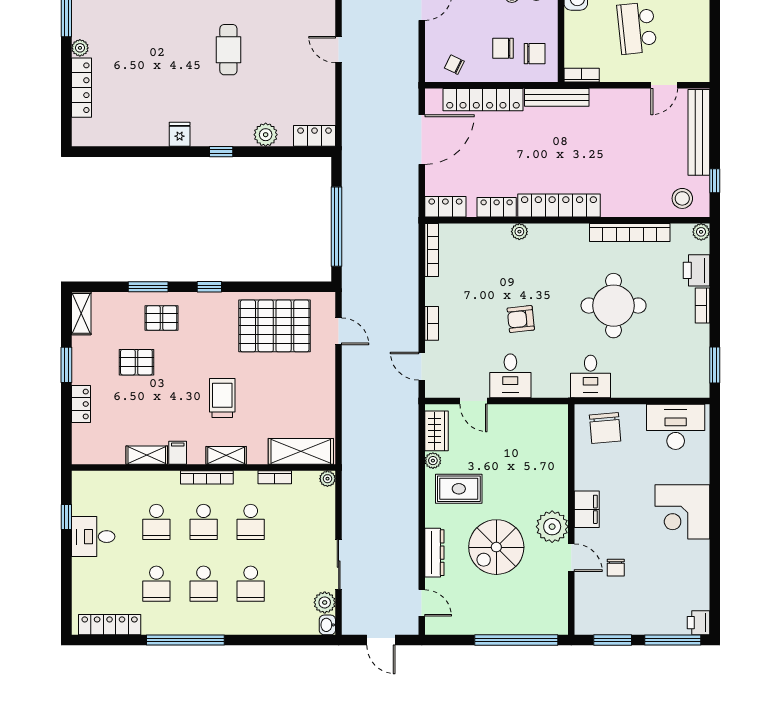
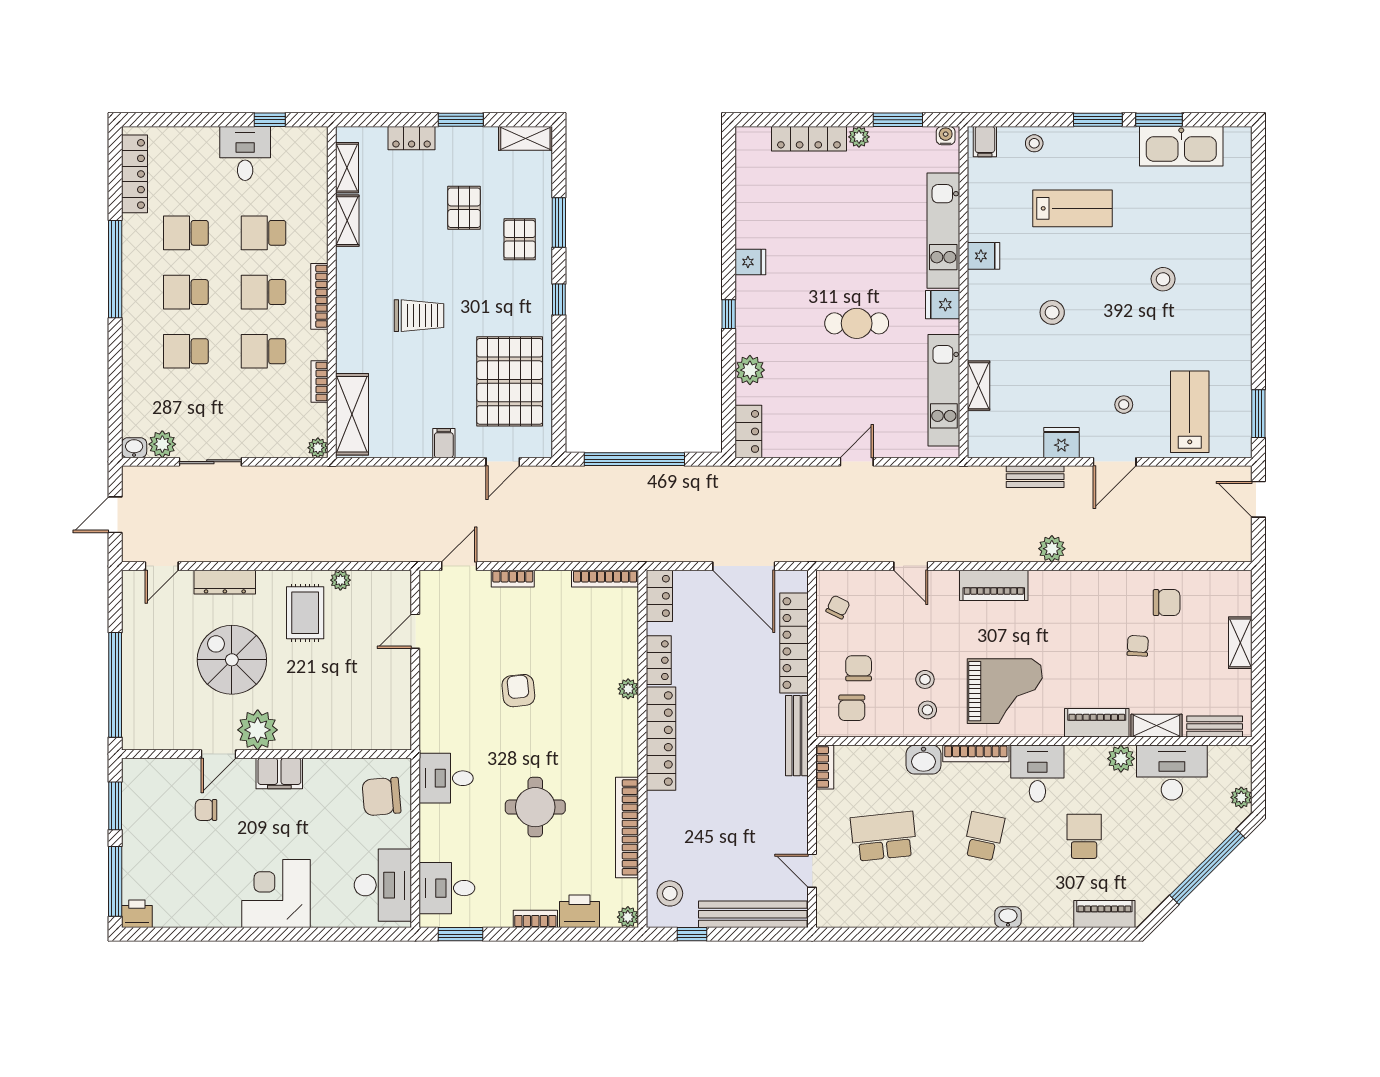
round table: (614, 306) -> (535, 807), width x0.73, depth x0.73
desk: (510, 376) -> (447, 888), moved
wardrobe: (436, 431) -> (378, 585), removed
filing cabinet: (178, 453) -> (444, 443), moved, turned -90
shelving: (226, 455) -> (347, 168), moved

